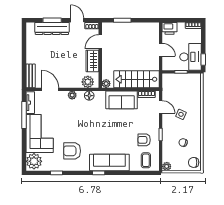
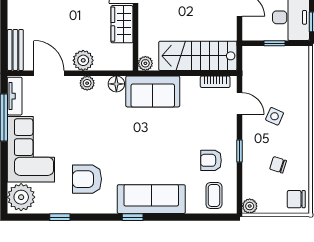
plant: (88, 82) -> (83, 60), moved
sofa: (122, 100) -> (153, 91), moved

